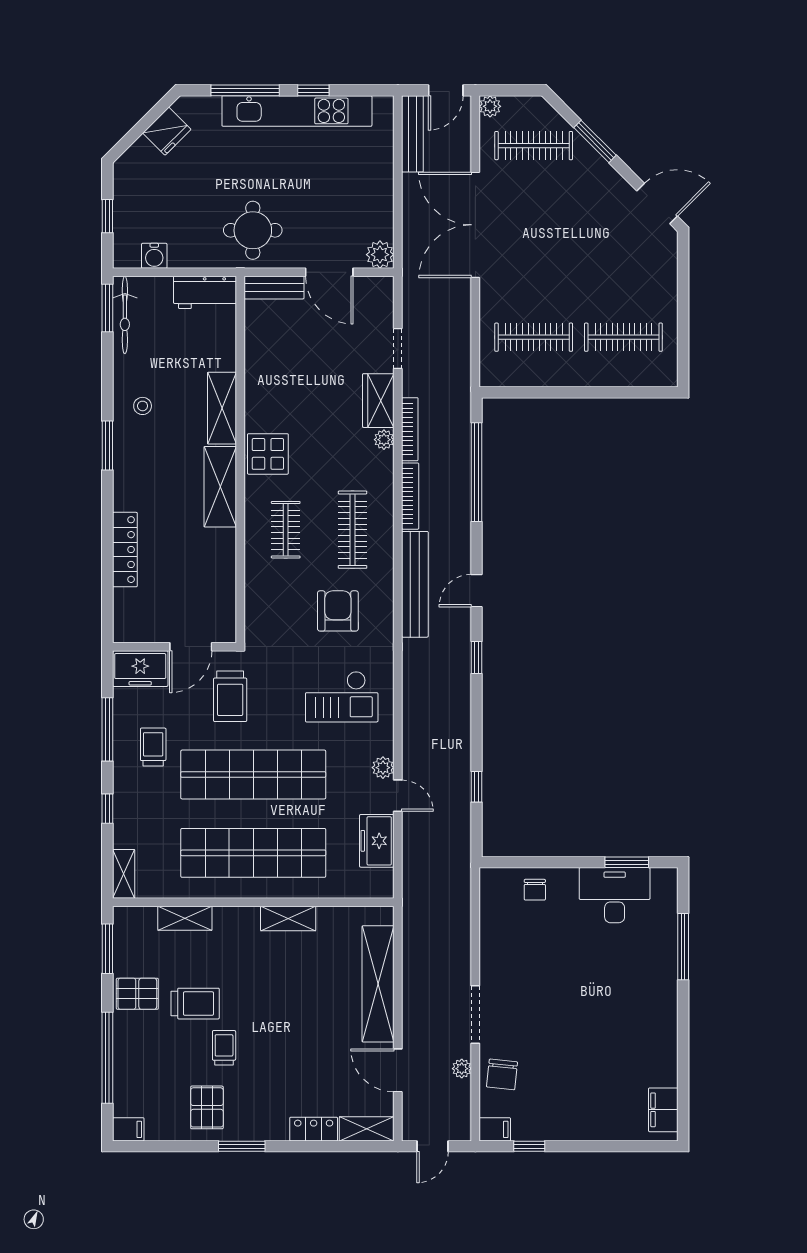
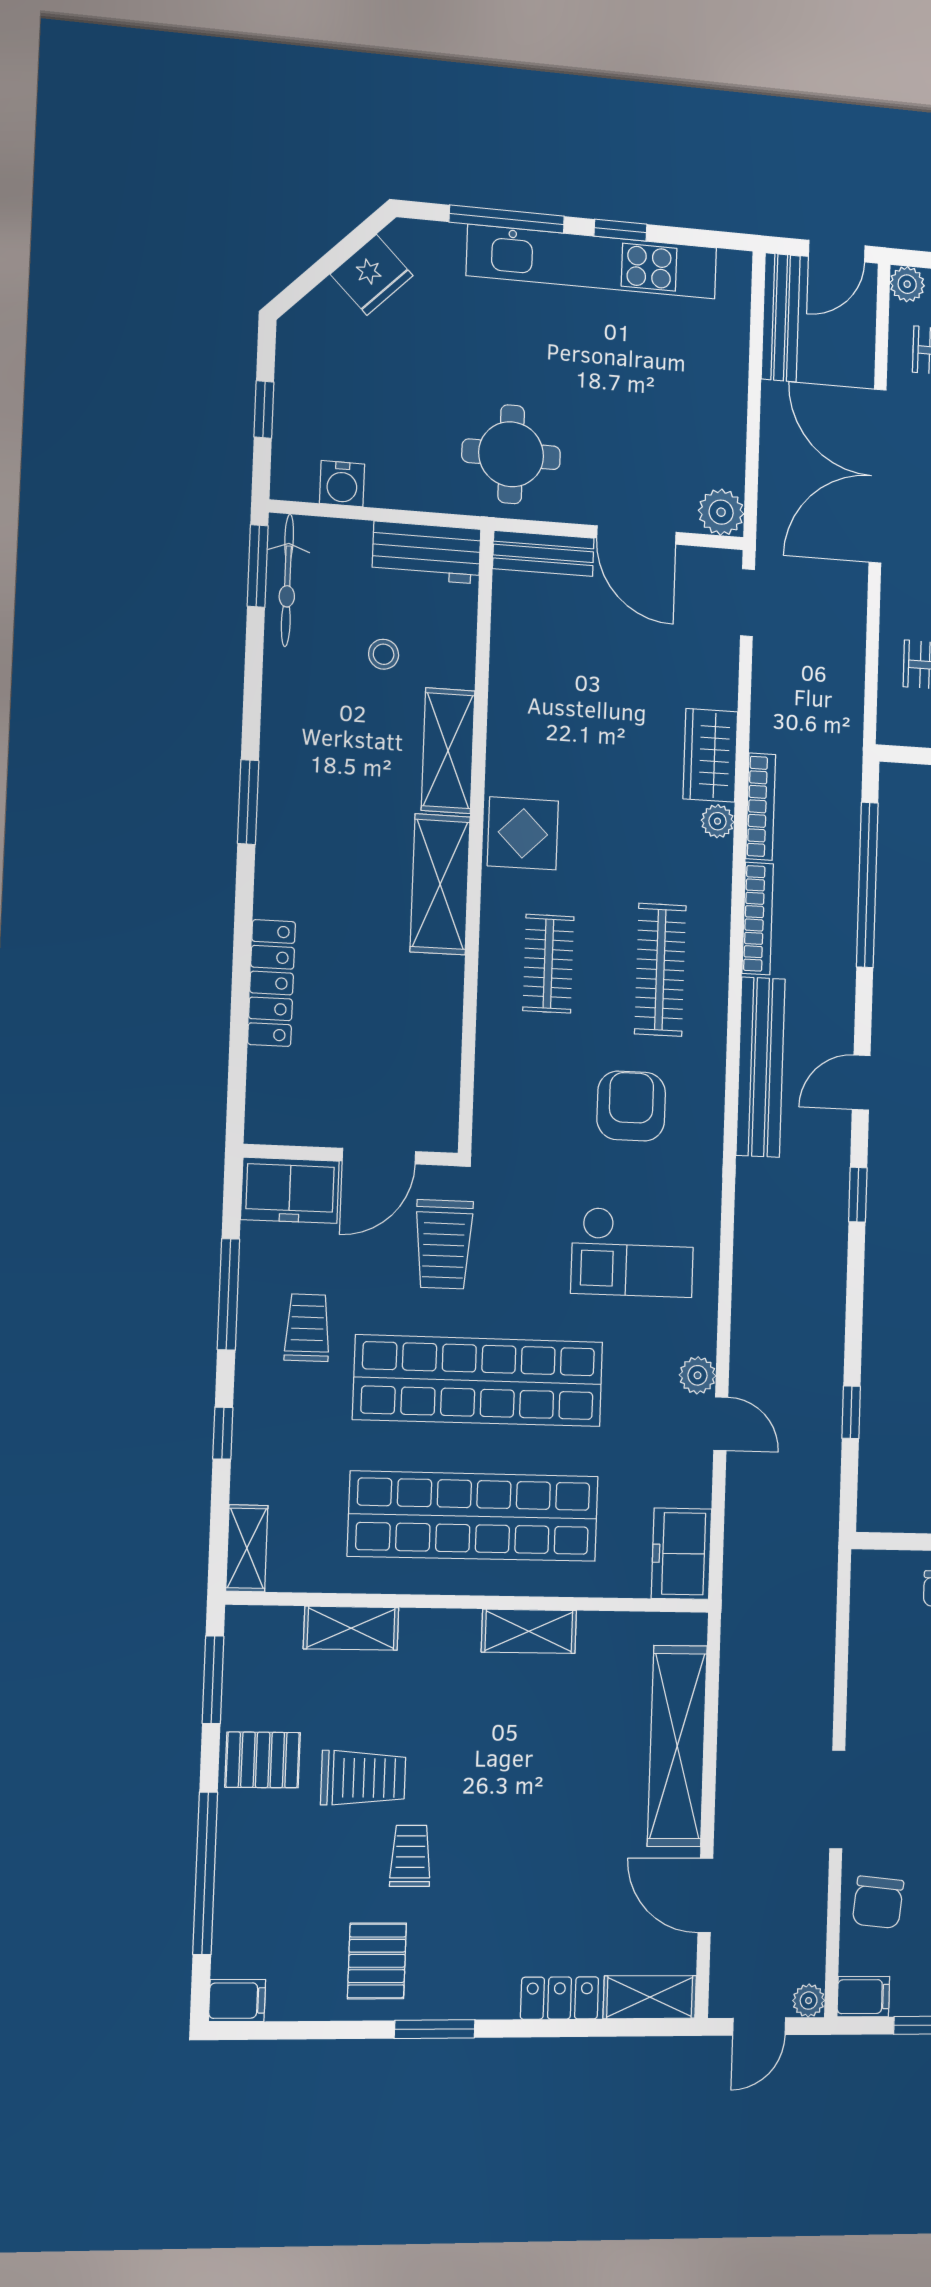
doorway: (398, 349) -> (747, 603), moved
stool: (143, 406) -> (384, 654), moved
freezer: (377, 841) -> (681, 1554), moved
plant: (462, 1069) -> (809, 2001), moved

